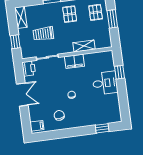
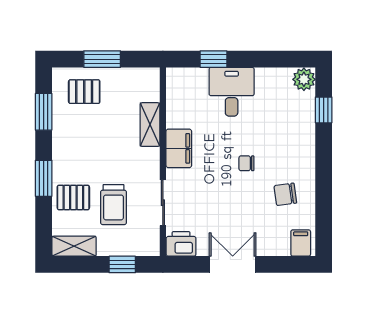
pallet: (70, 14) -> (73, 197), moved
plant: (116, 117) -> (304, 79), added

